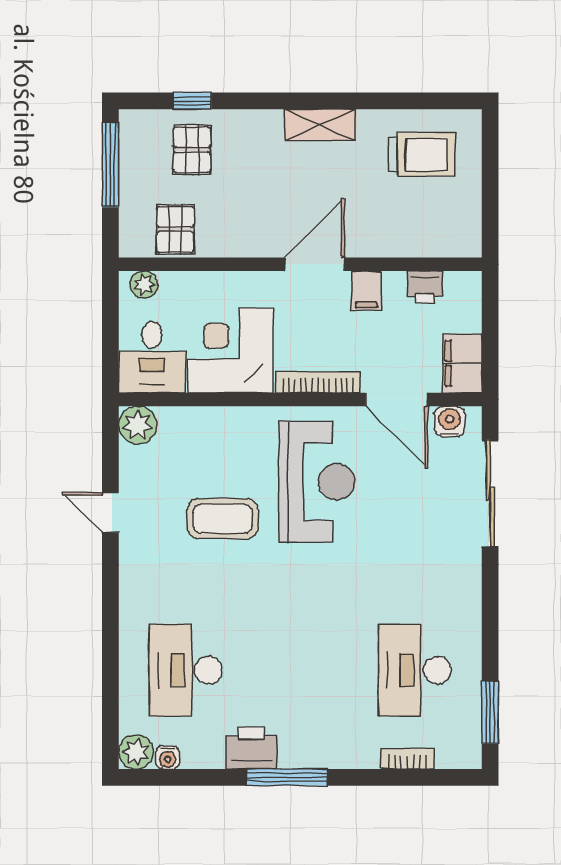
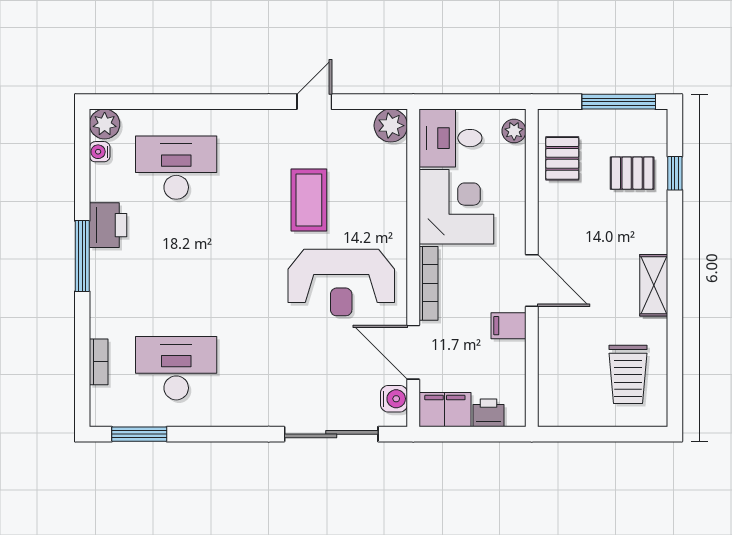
pallet: (175, 229) -> (562, 158), turned 90
printer: (425, 287) -> (488, 413), moved, turned 90
door: (397, 400) -> (413, 352), hinge flipped

